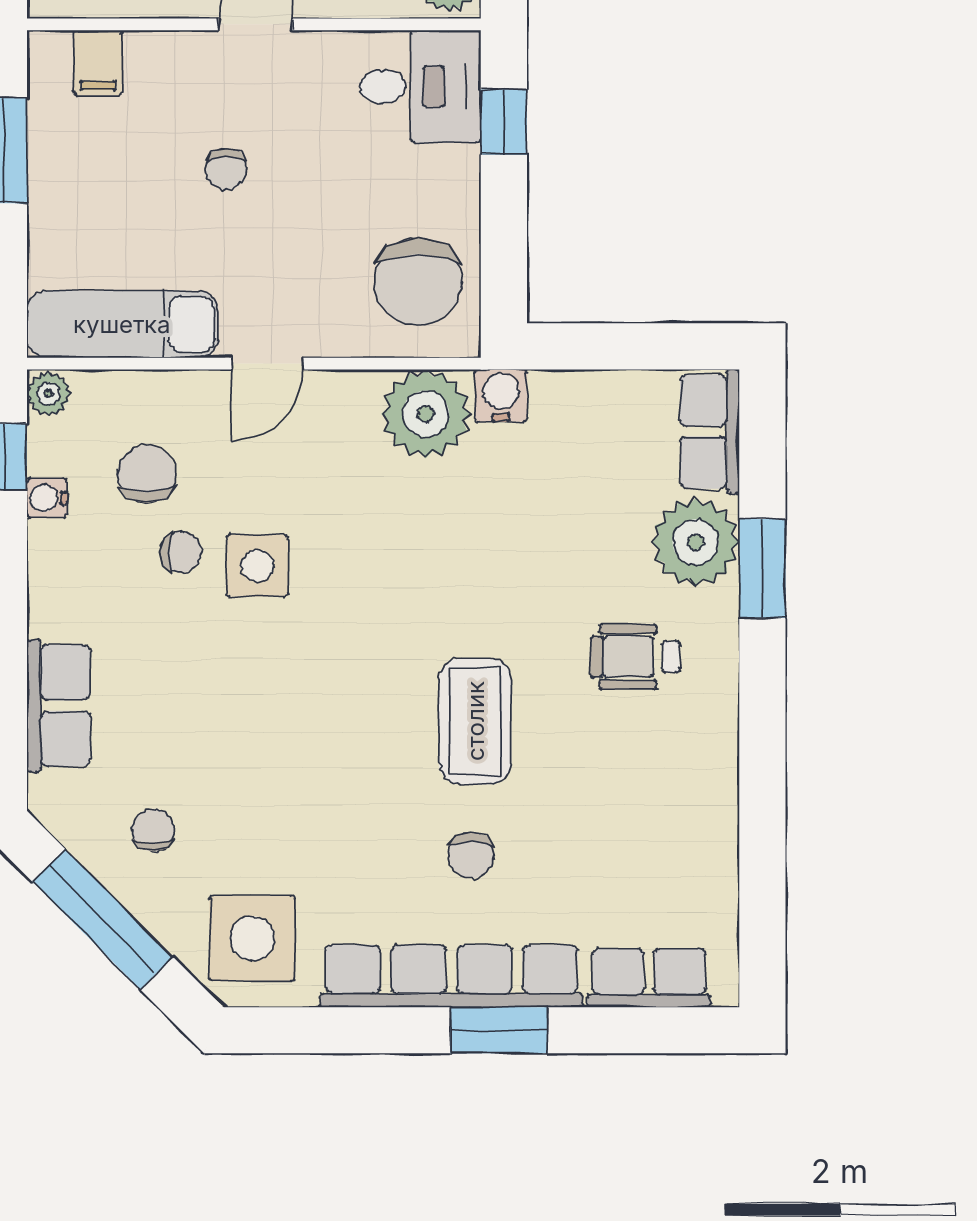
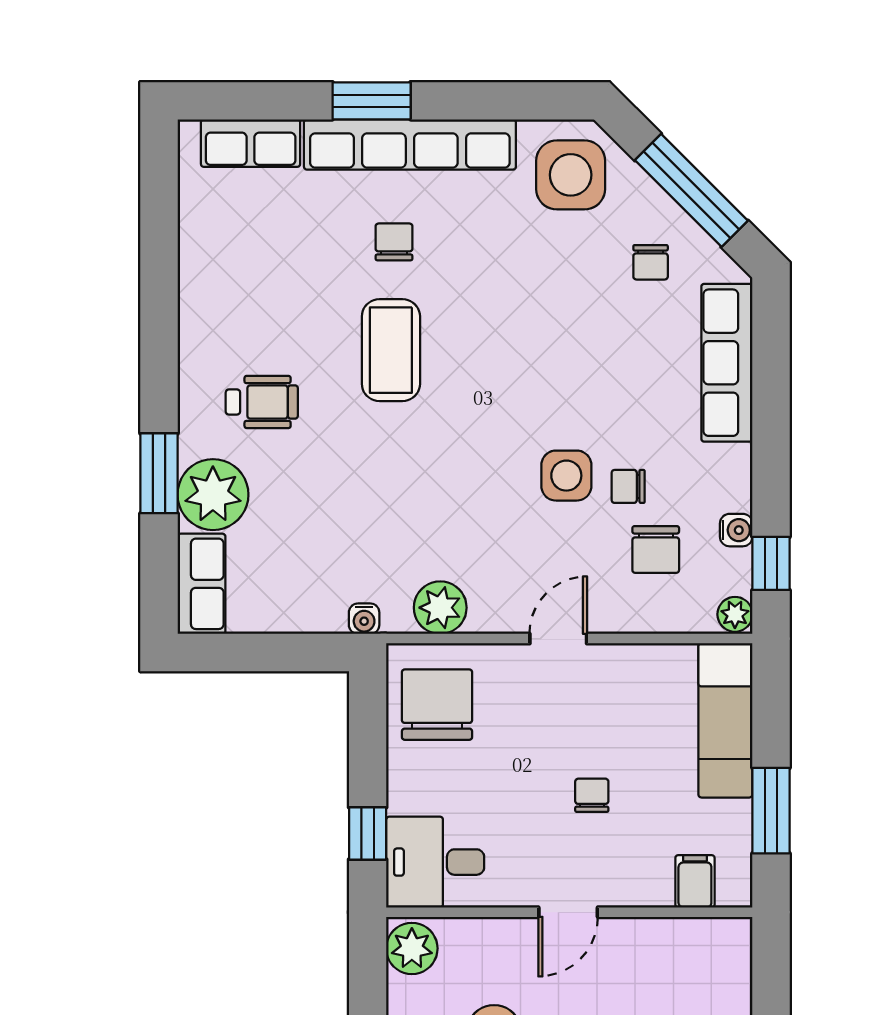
exam couch: (122, 324) -> (725, 720), moved, turned 90
water cooler: (501, 395) -> (364, 619), width x0.72, depth x0.72
plant: (426, 414) -> (440, 608), width x0.73, depth x0.73
row of seats: (58, 706) -> (727, 363), width x1.48

